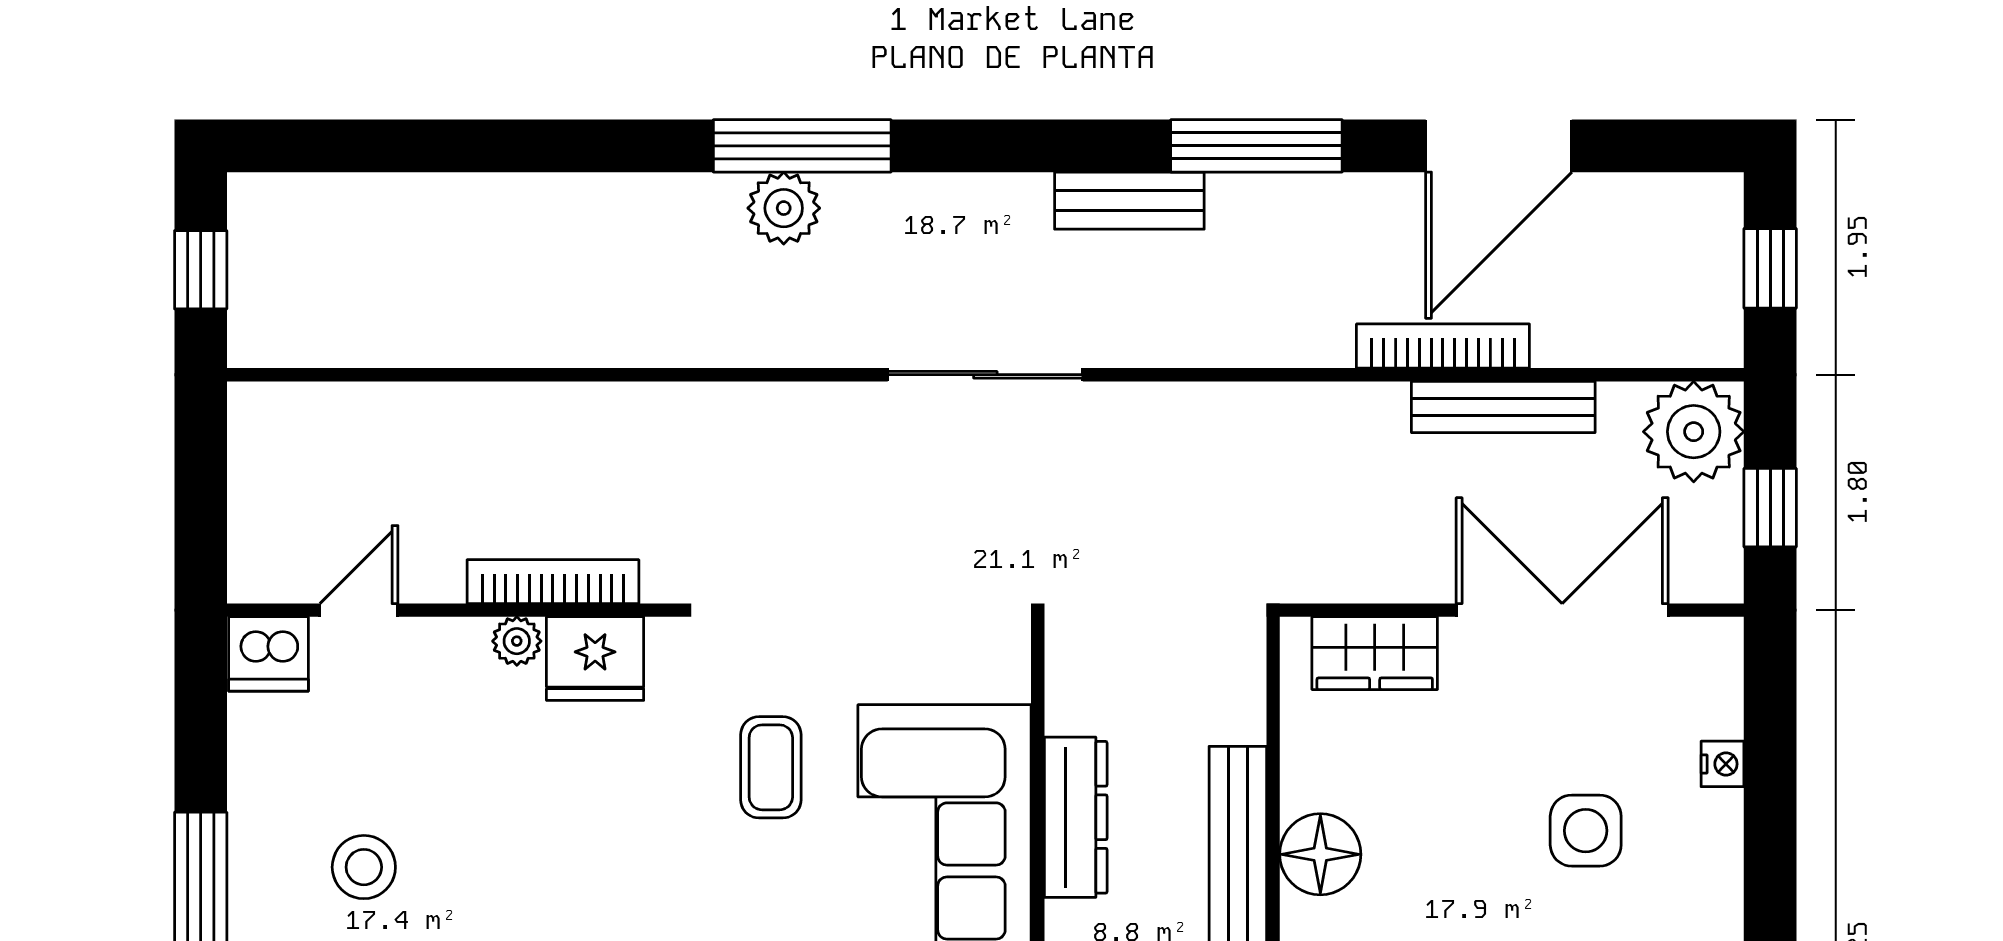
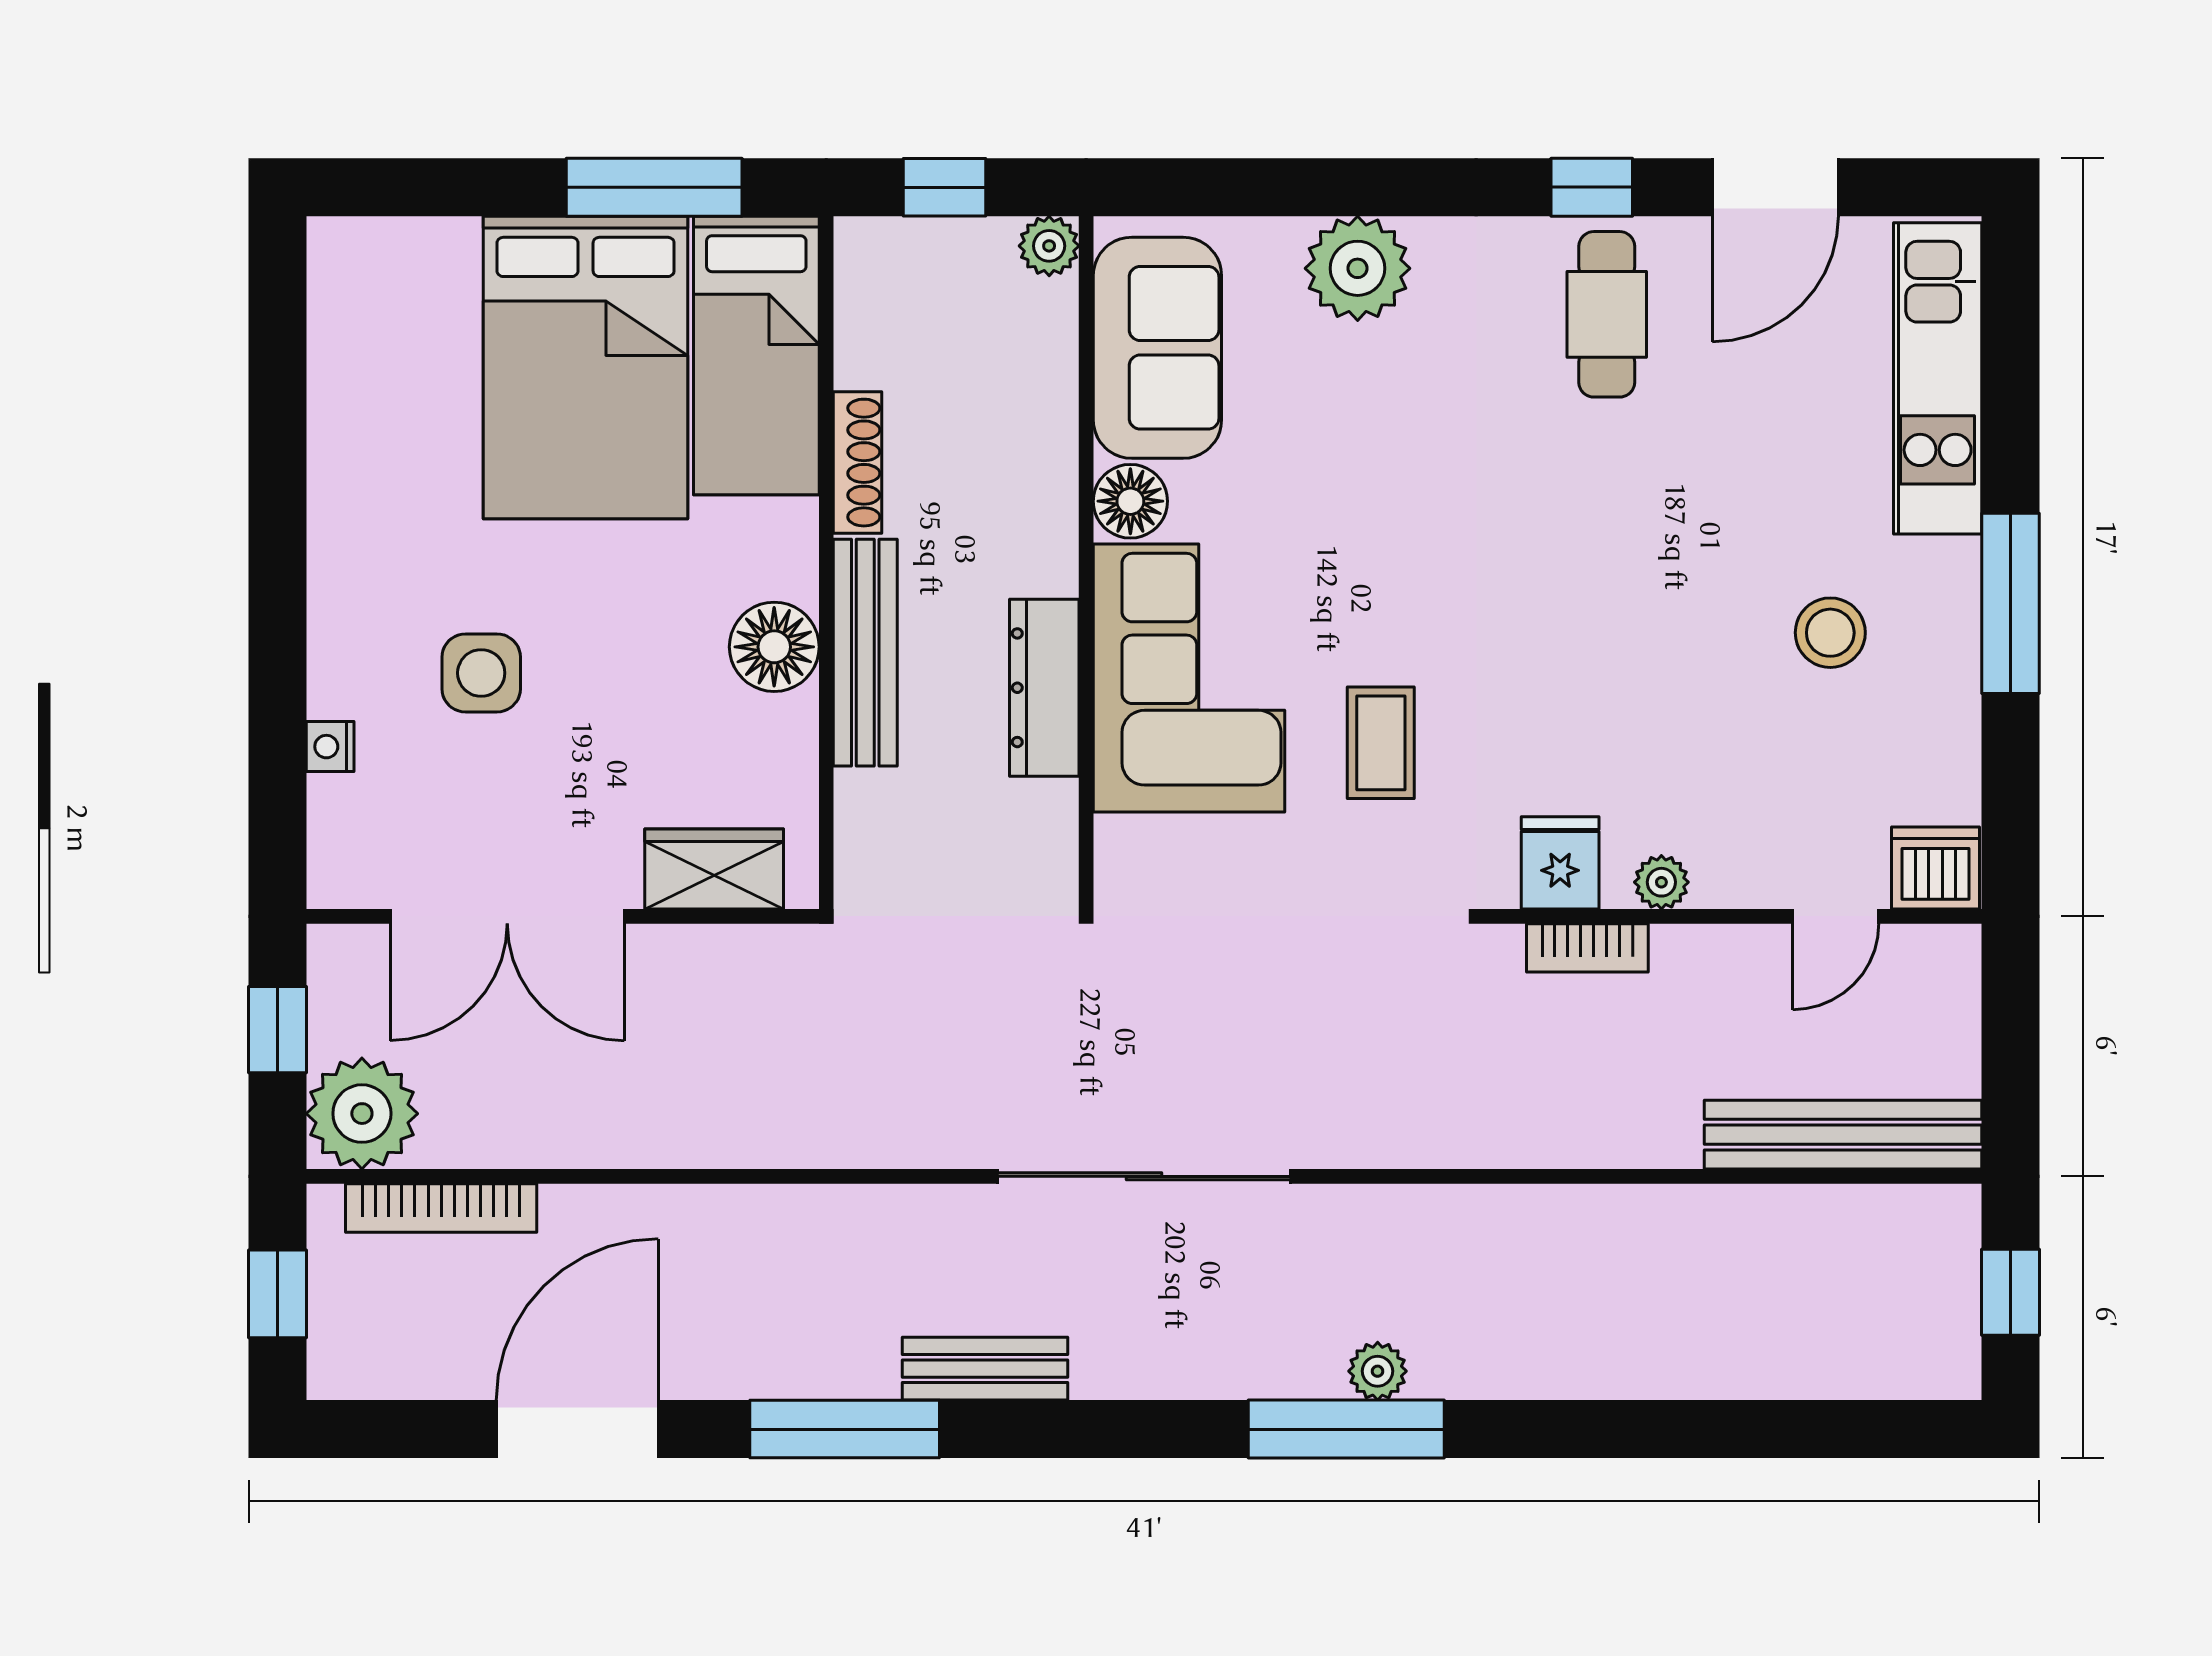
plant: (784, 208) -> (1378, 1371), width x0.73, depth x0.73
bookcase: (1443, 346) -> (441, 1208), moved
sliding door: (985, 375) -> (1144, 1176), width x1.36
bench: (1503, 407) -> (1843, 1135), moved, width x1.37, depth x1.21
bookcase: (553, 582) -> (1587, 948), width x0.64
fridge: (595, 659) -> (1560, 863), width x0.72

